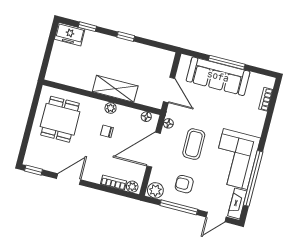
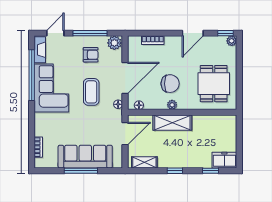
shelving: (156, 54) -> (144, 162), added
door: (169, 90) -> (125, 134), swing flipped
chair: (107, 131) -> (170, 84), width x1.87, depth x1.87
plant: (132, 187) -> (232, 41), moved

